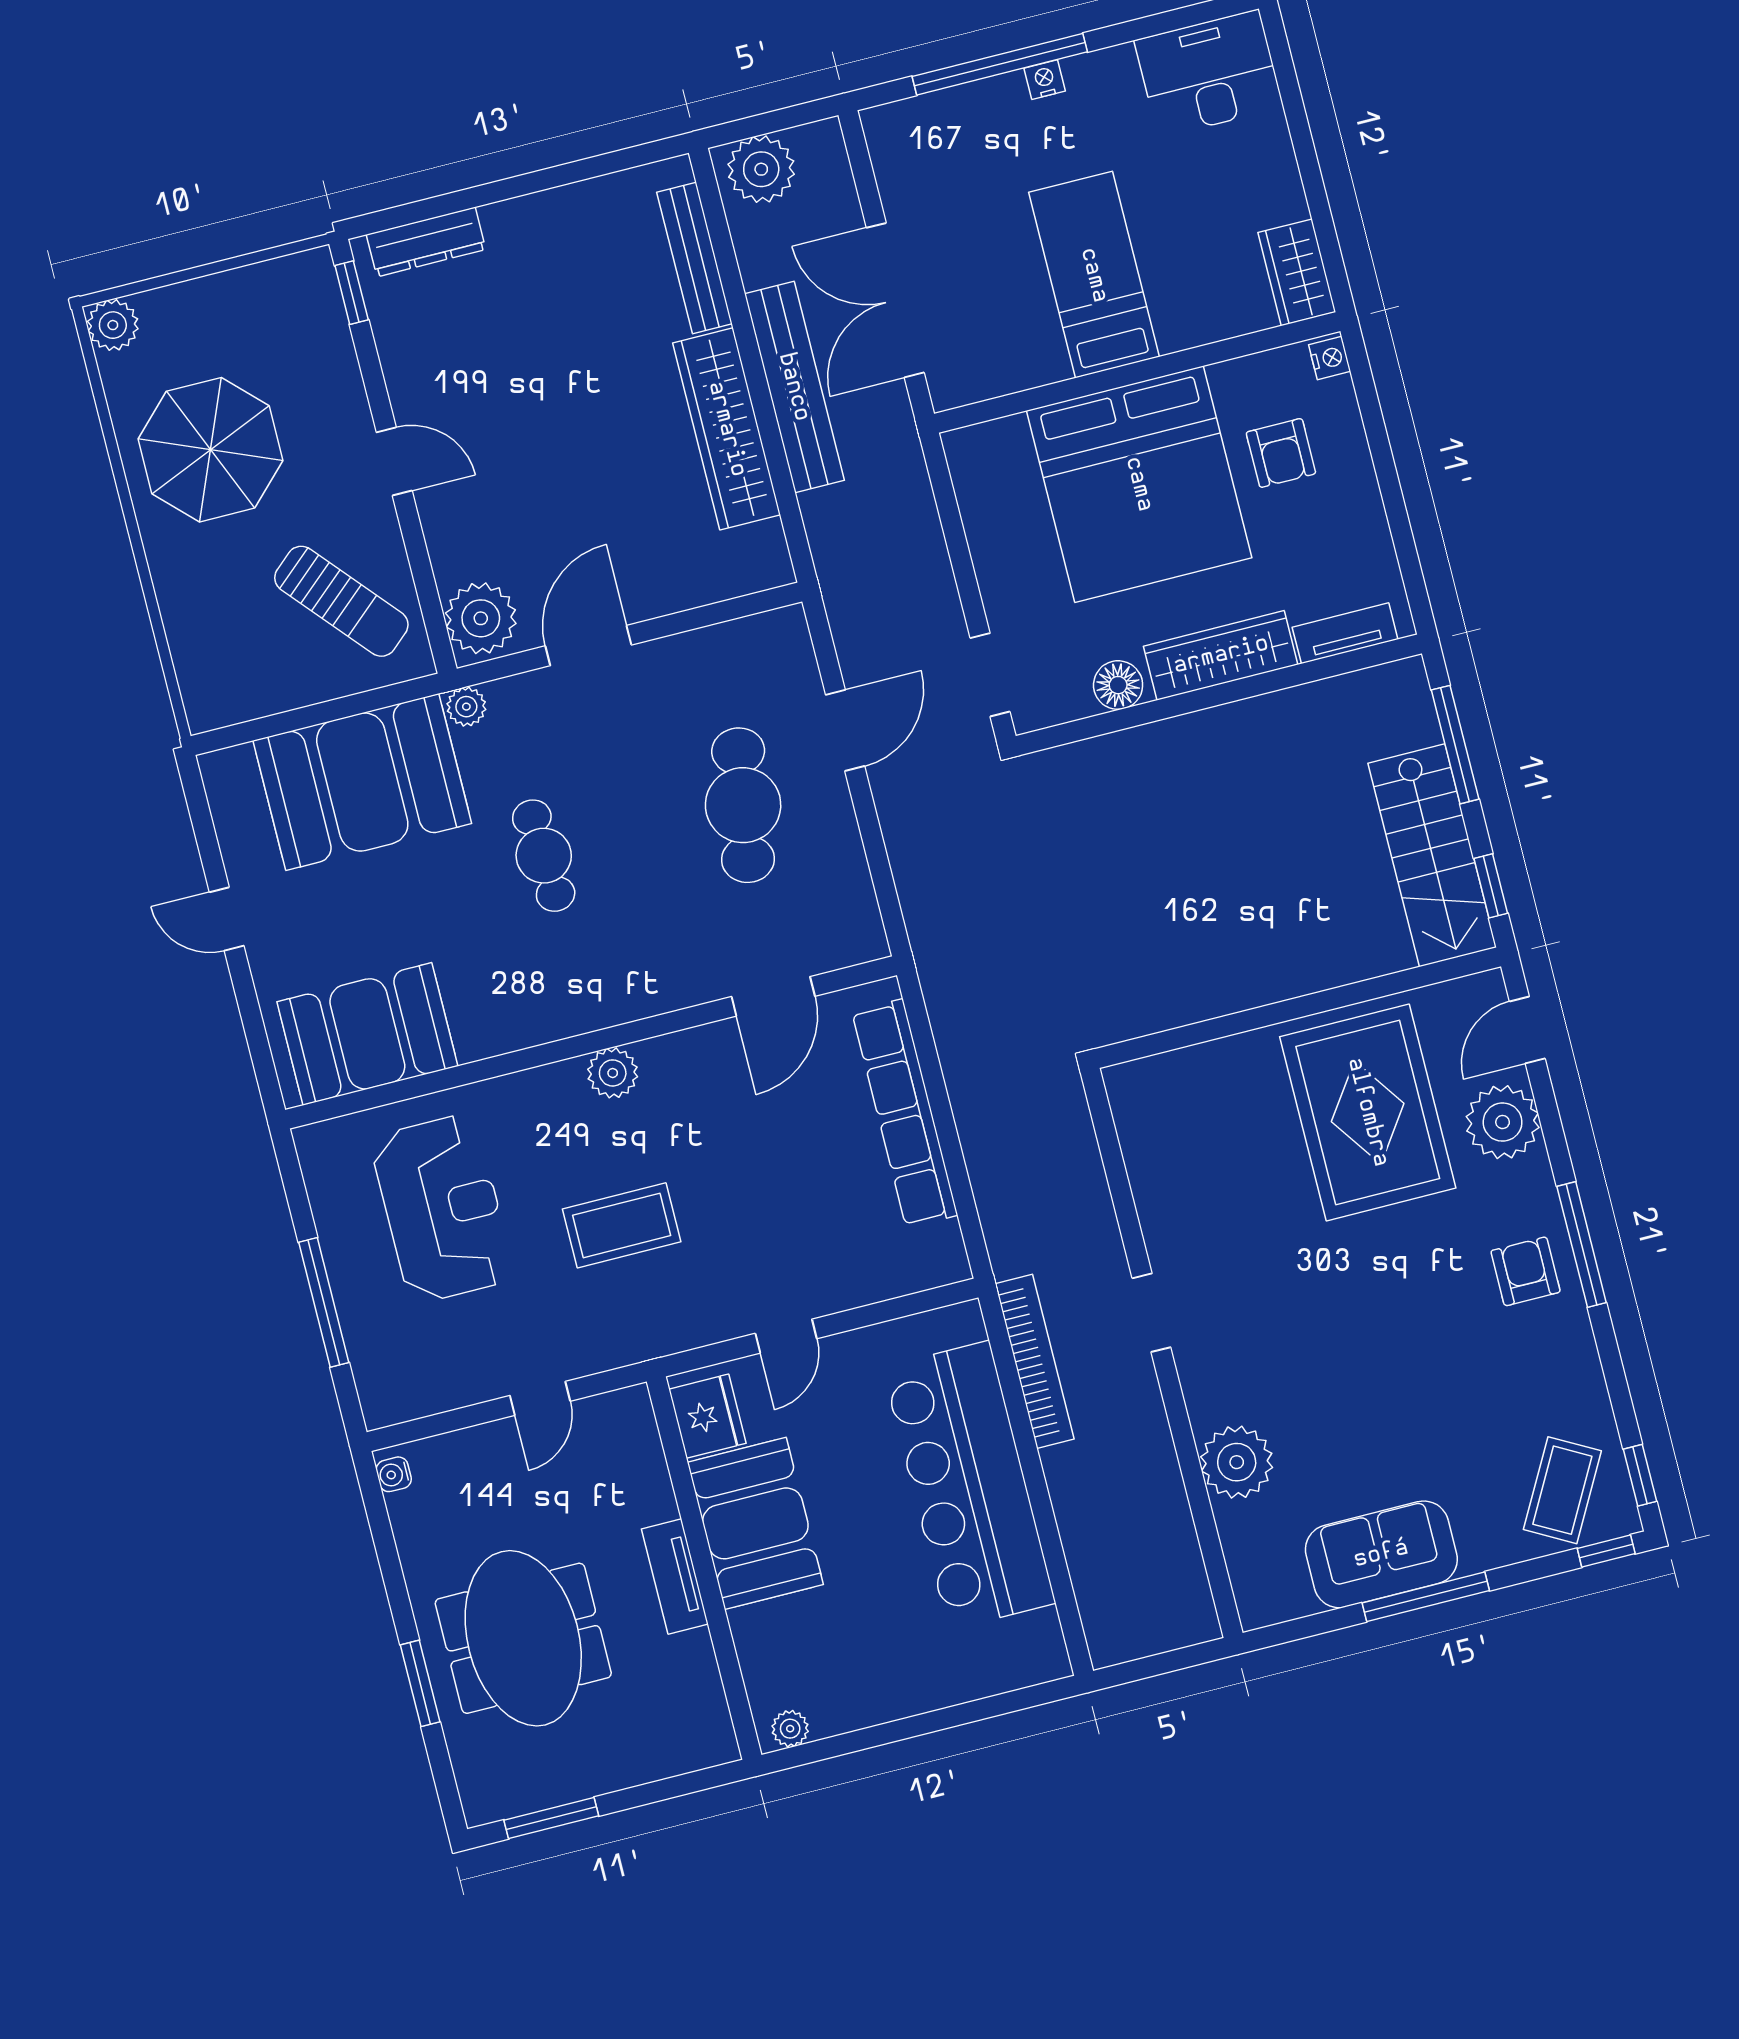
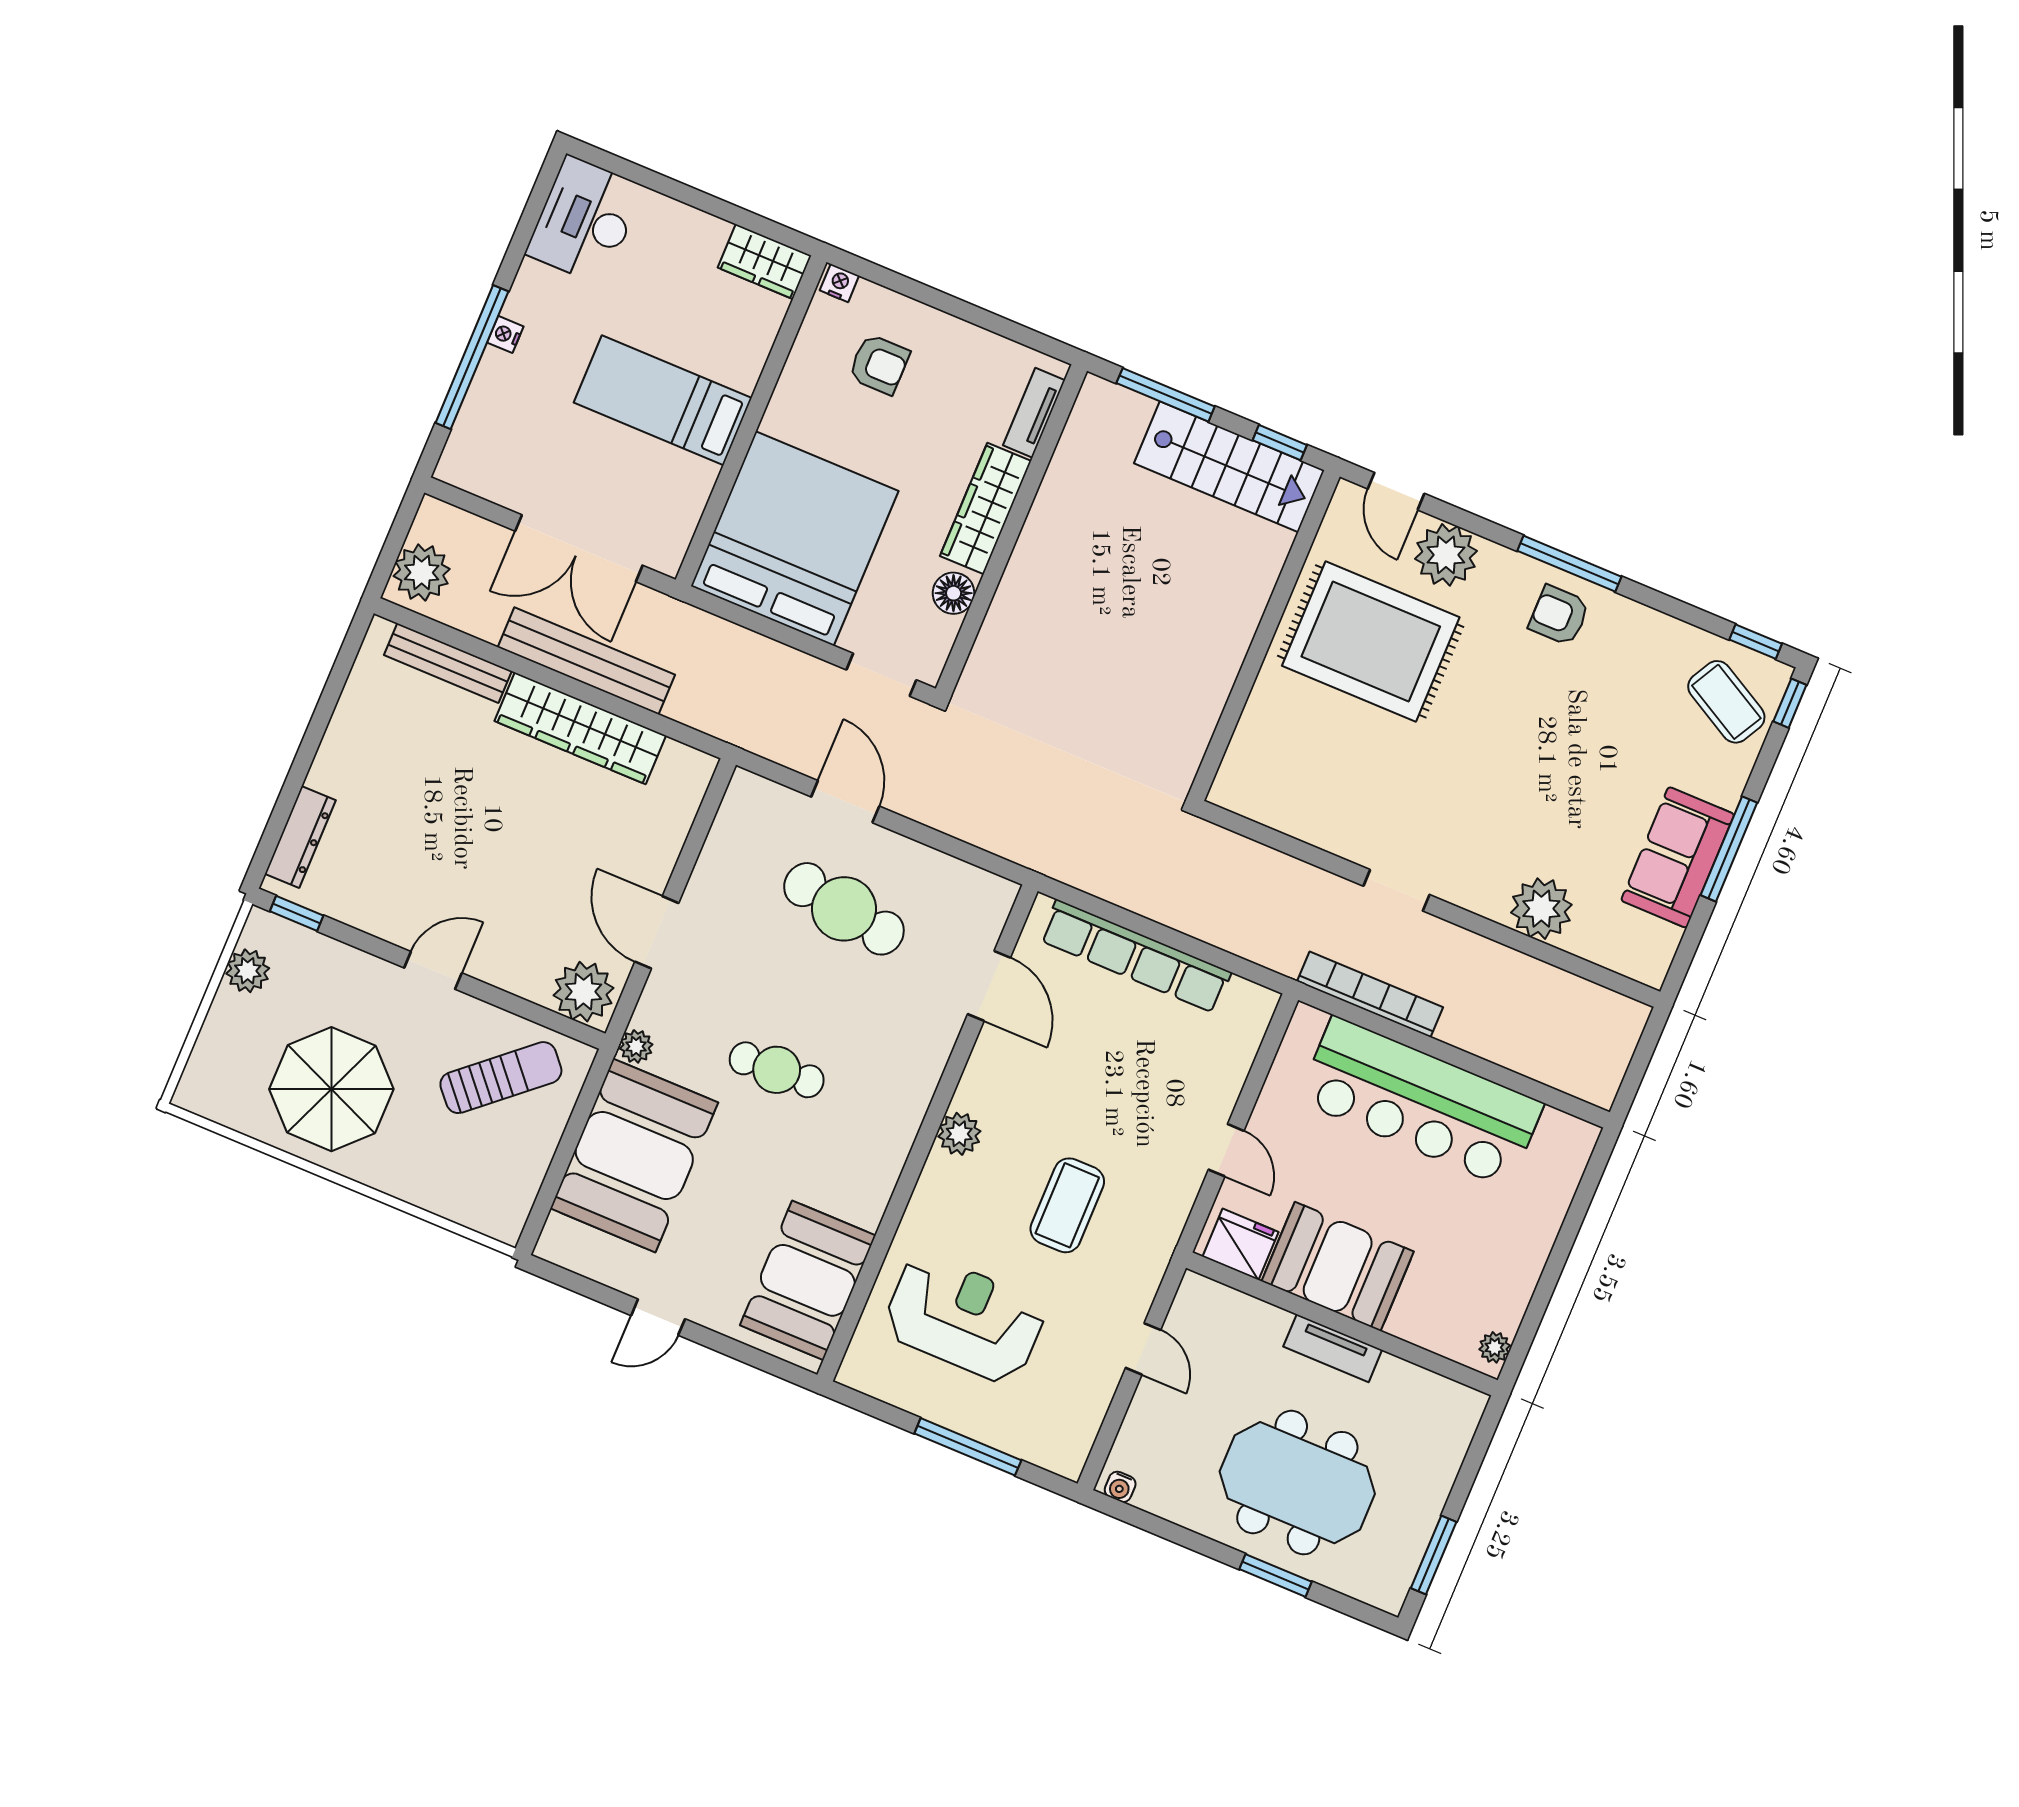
plant: (113, 325) -> (248, 971), moved
bed: (1139, 484) -> (795, 539), moved, turned -90

